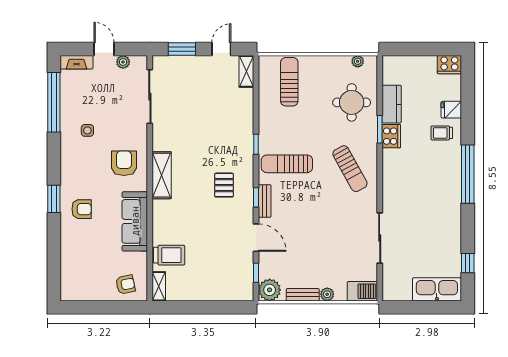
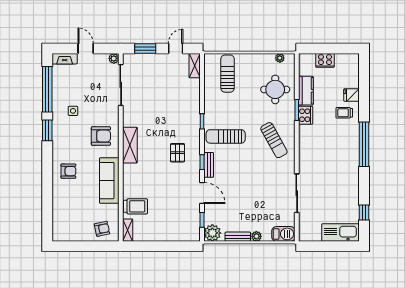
plant: (123, 62) -> (114, 58), moved
cooker: (449, 65) -> (325, 60), moved
armchair: (124, 163) -> (101, 136), turned 90
window: (54, 199) -> (47, 130), moved

